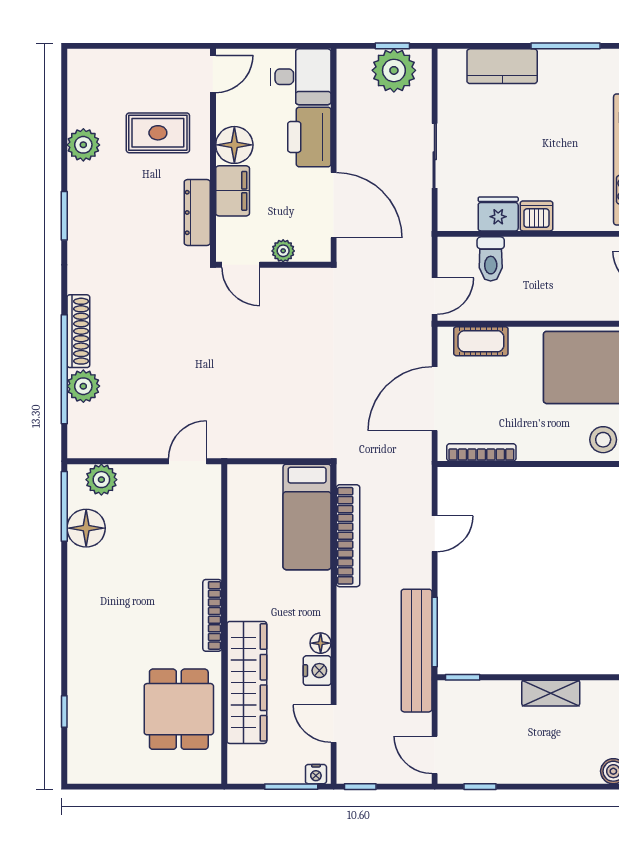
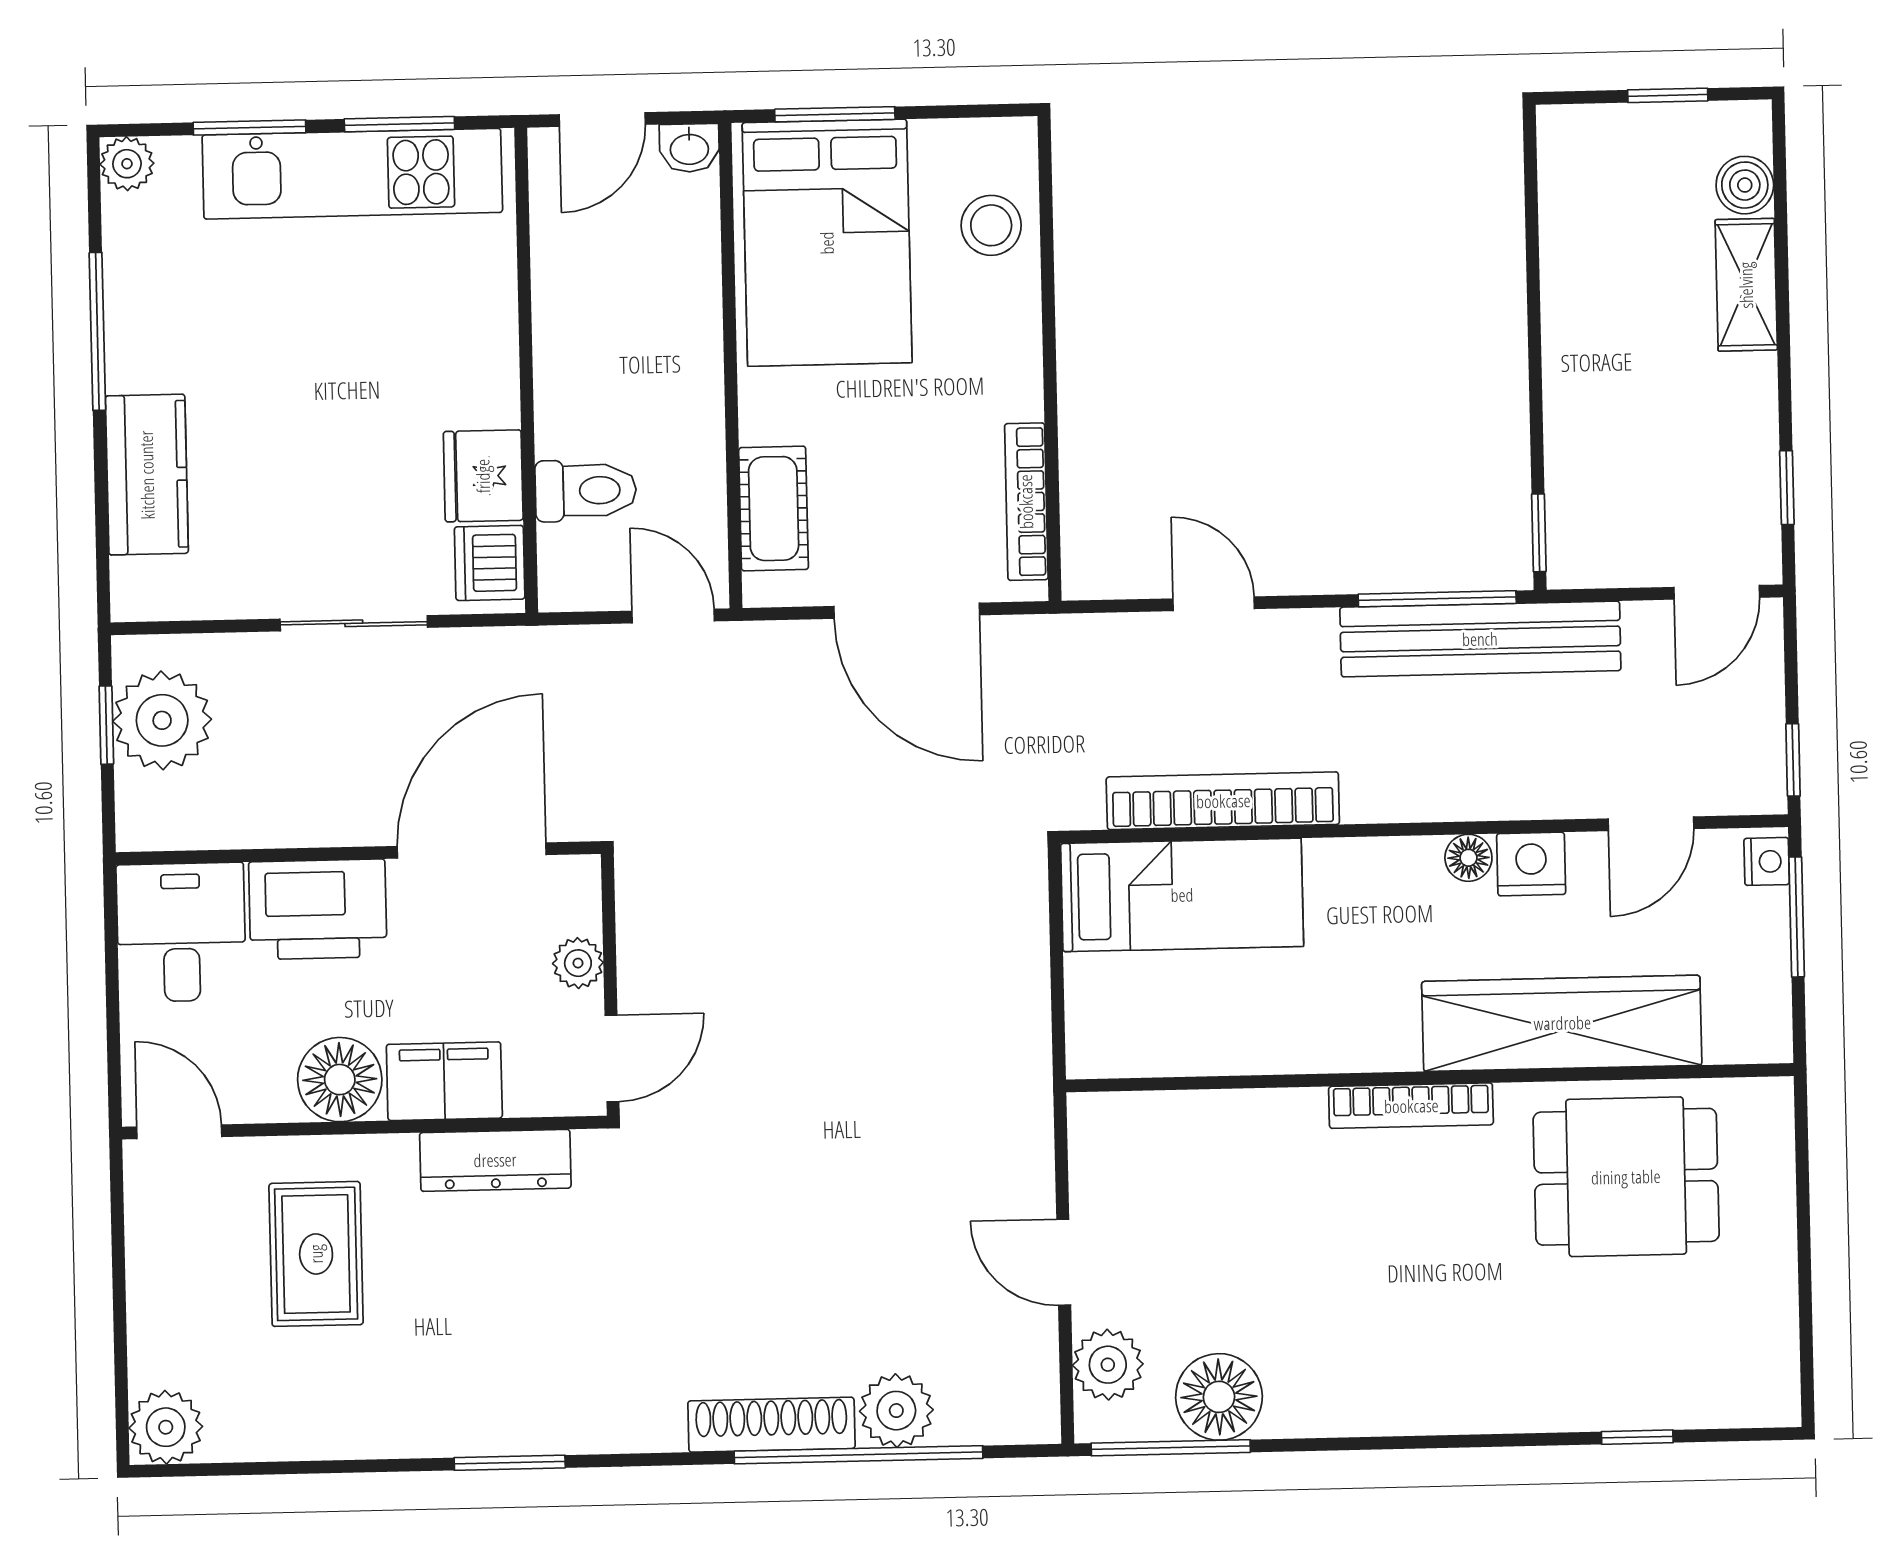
plant: (83, 145) -> (166, 1427), moved
dishwasher: (536, 216) -> (490, 563), moved
door: (188, 461) -> (1064, 1262), moved
shelving: (551, 693) -> (1746, 285), moved

